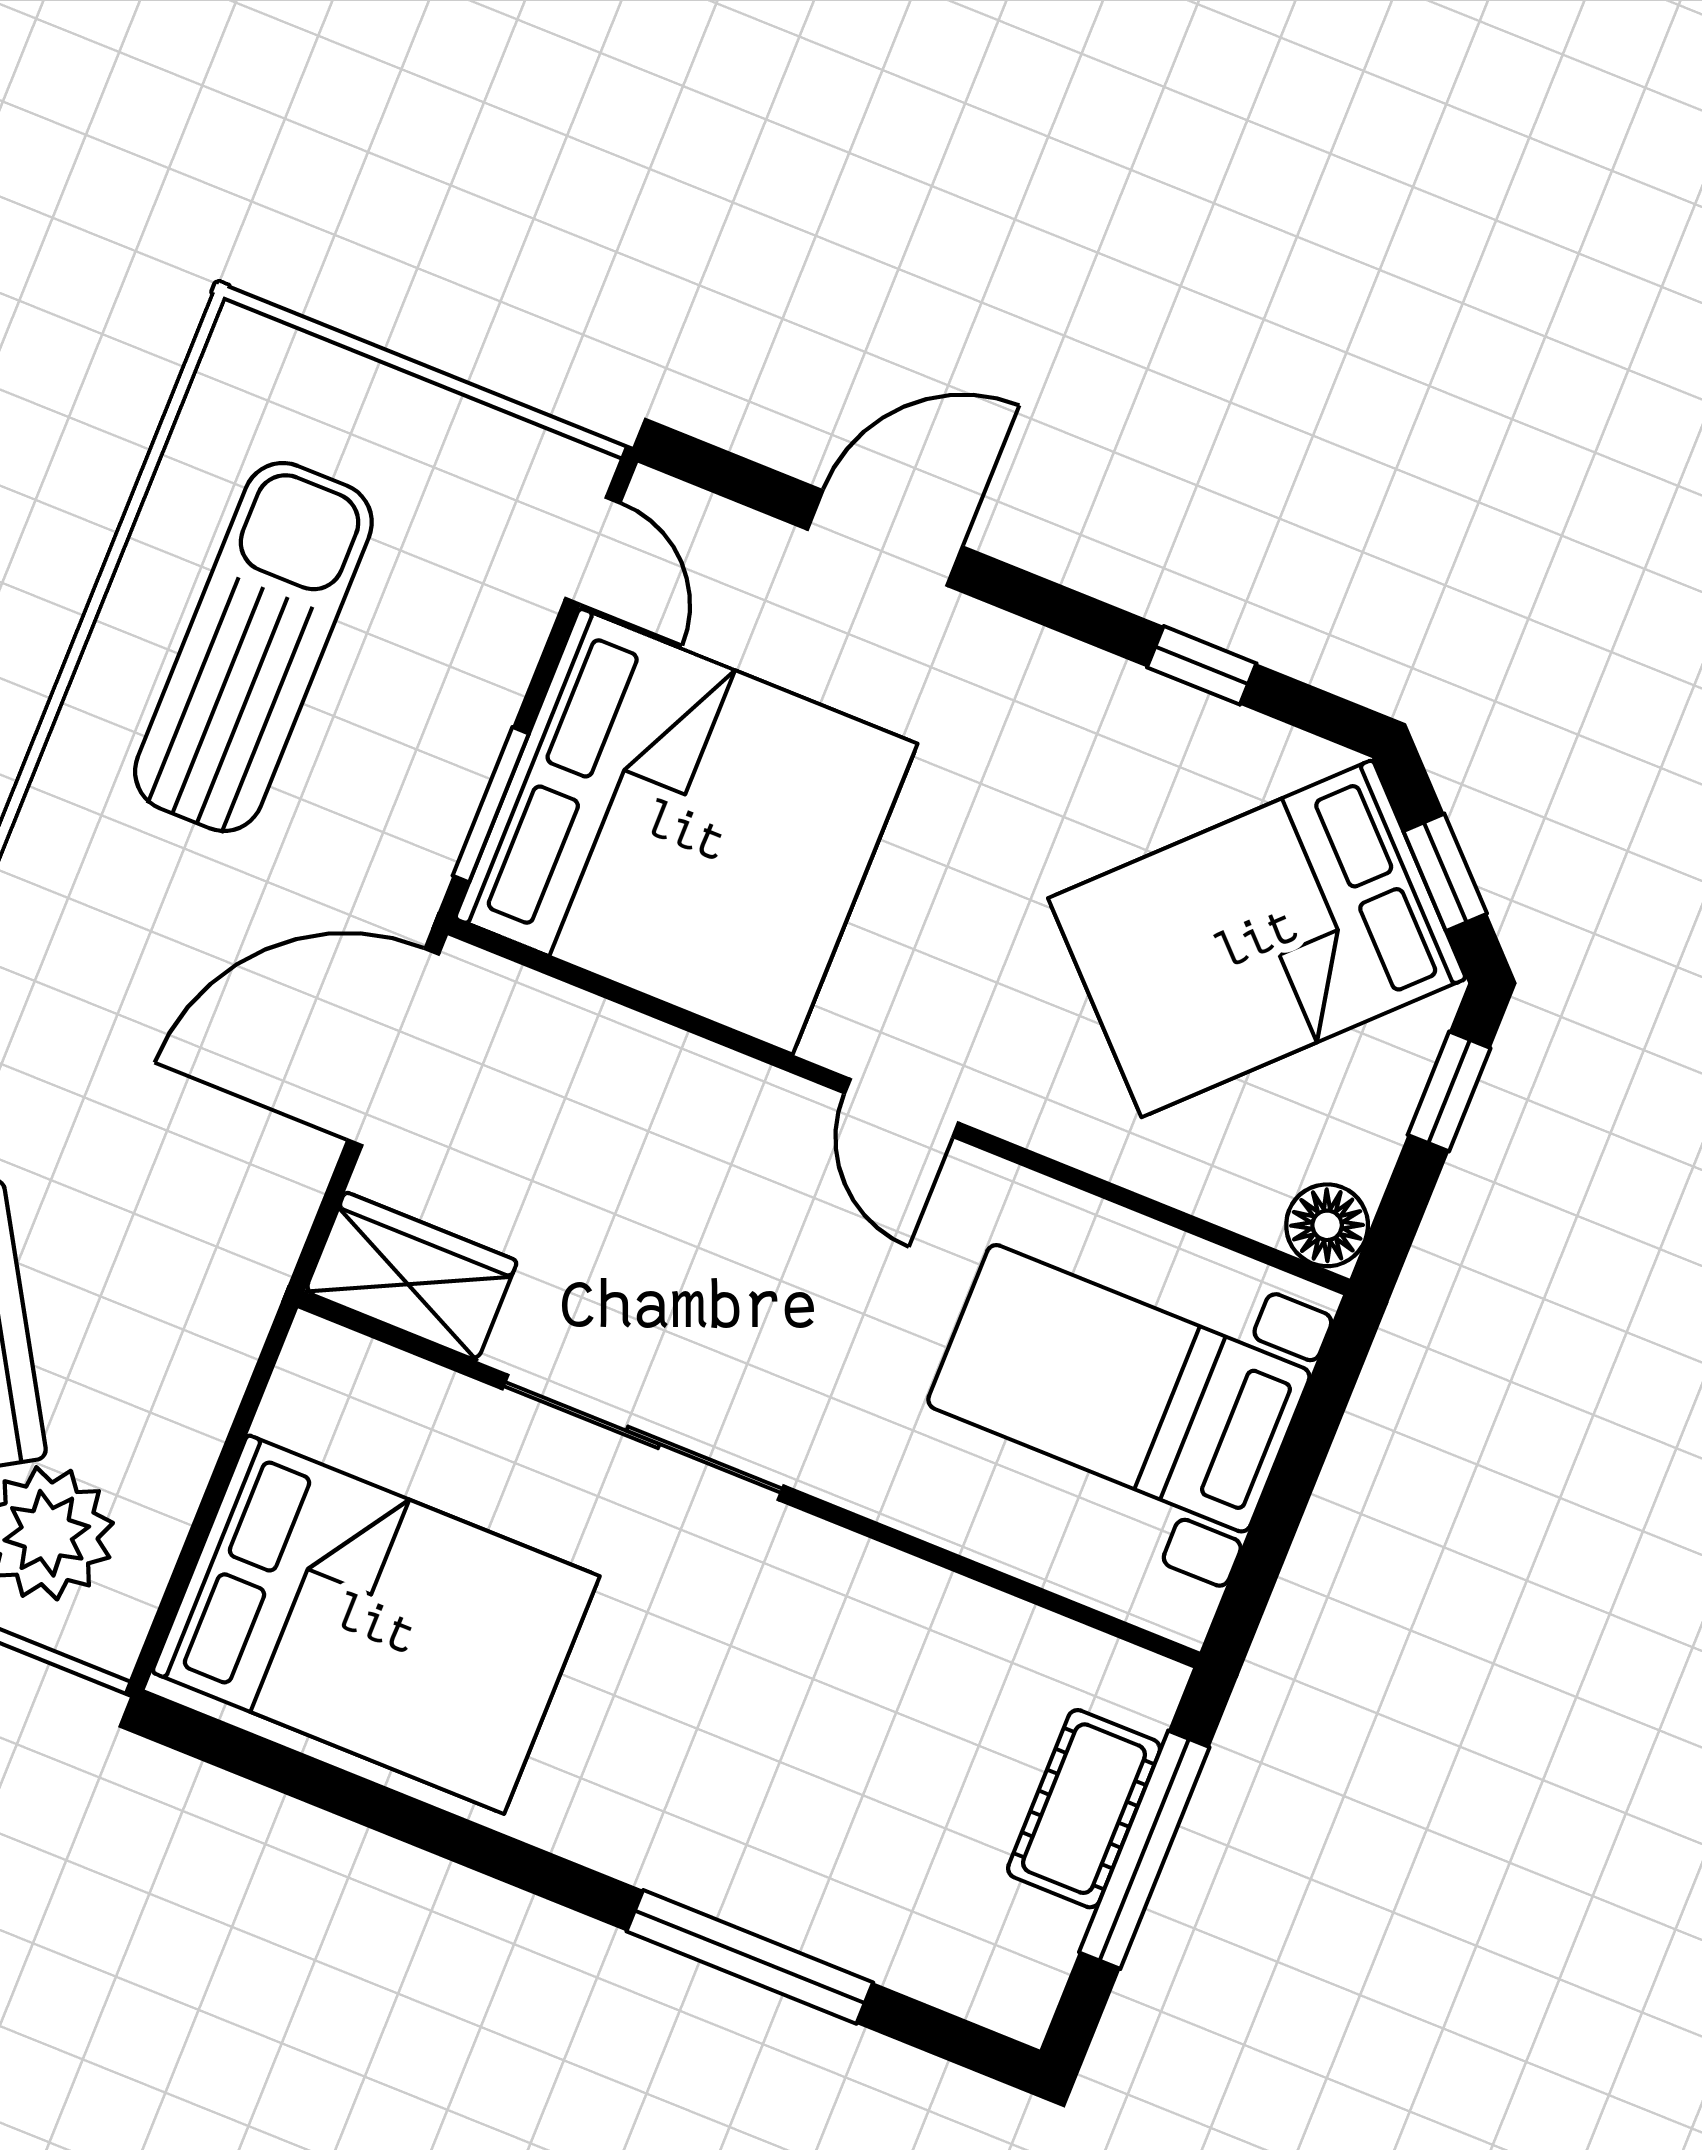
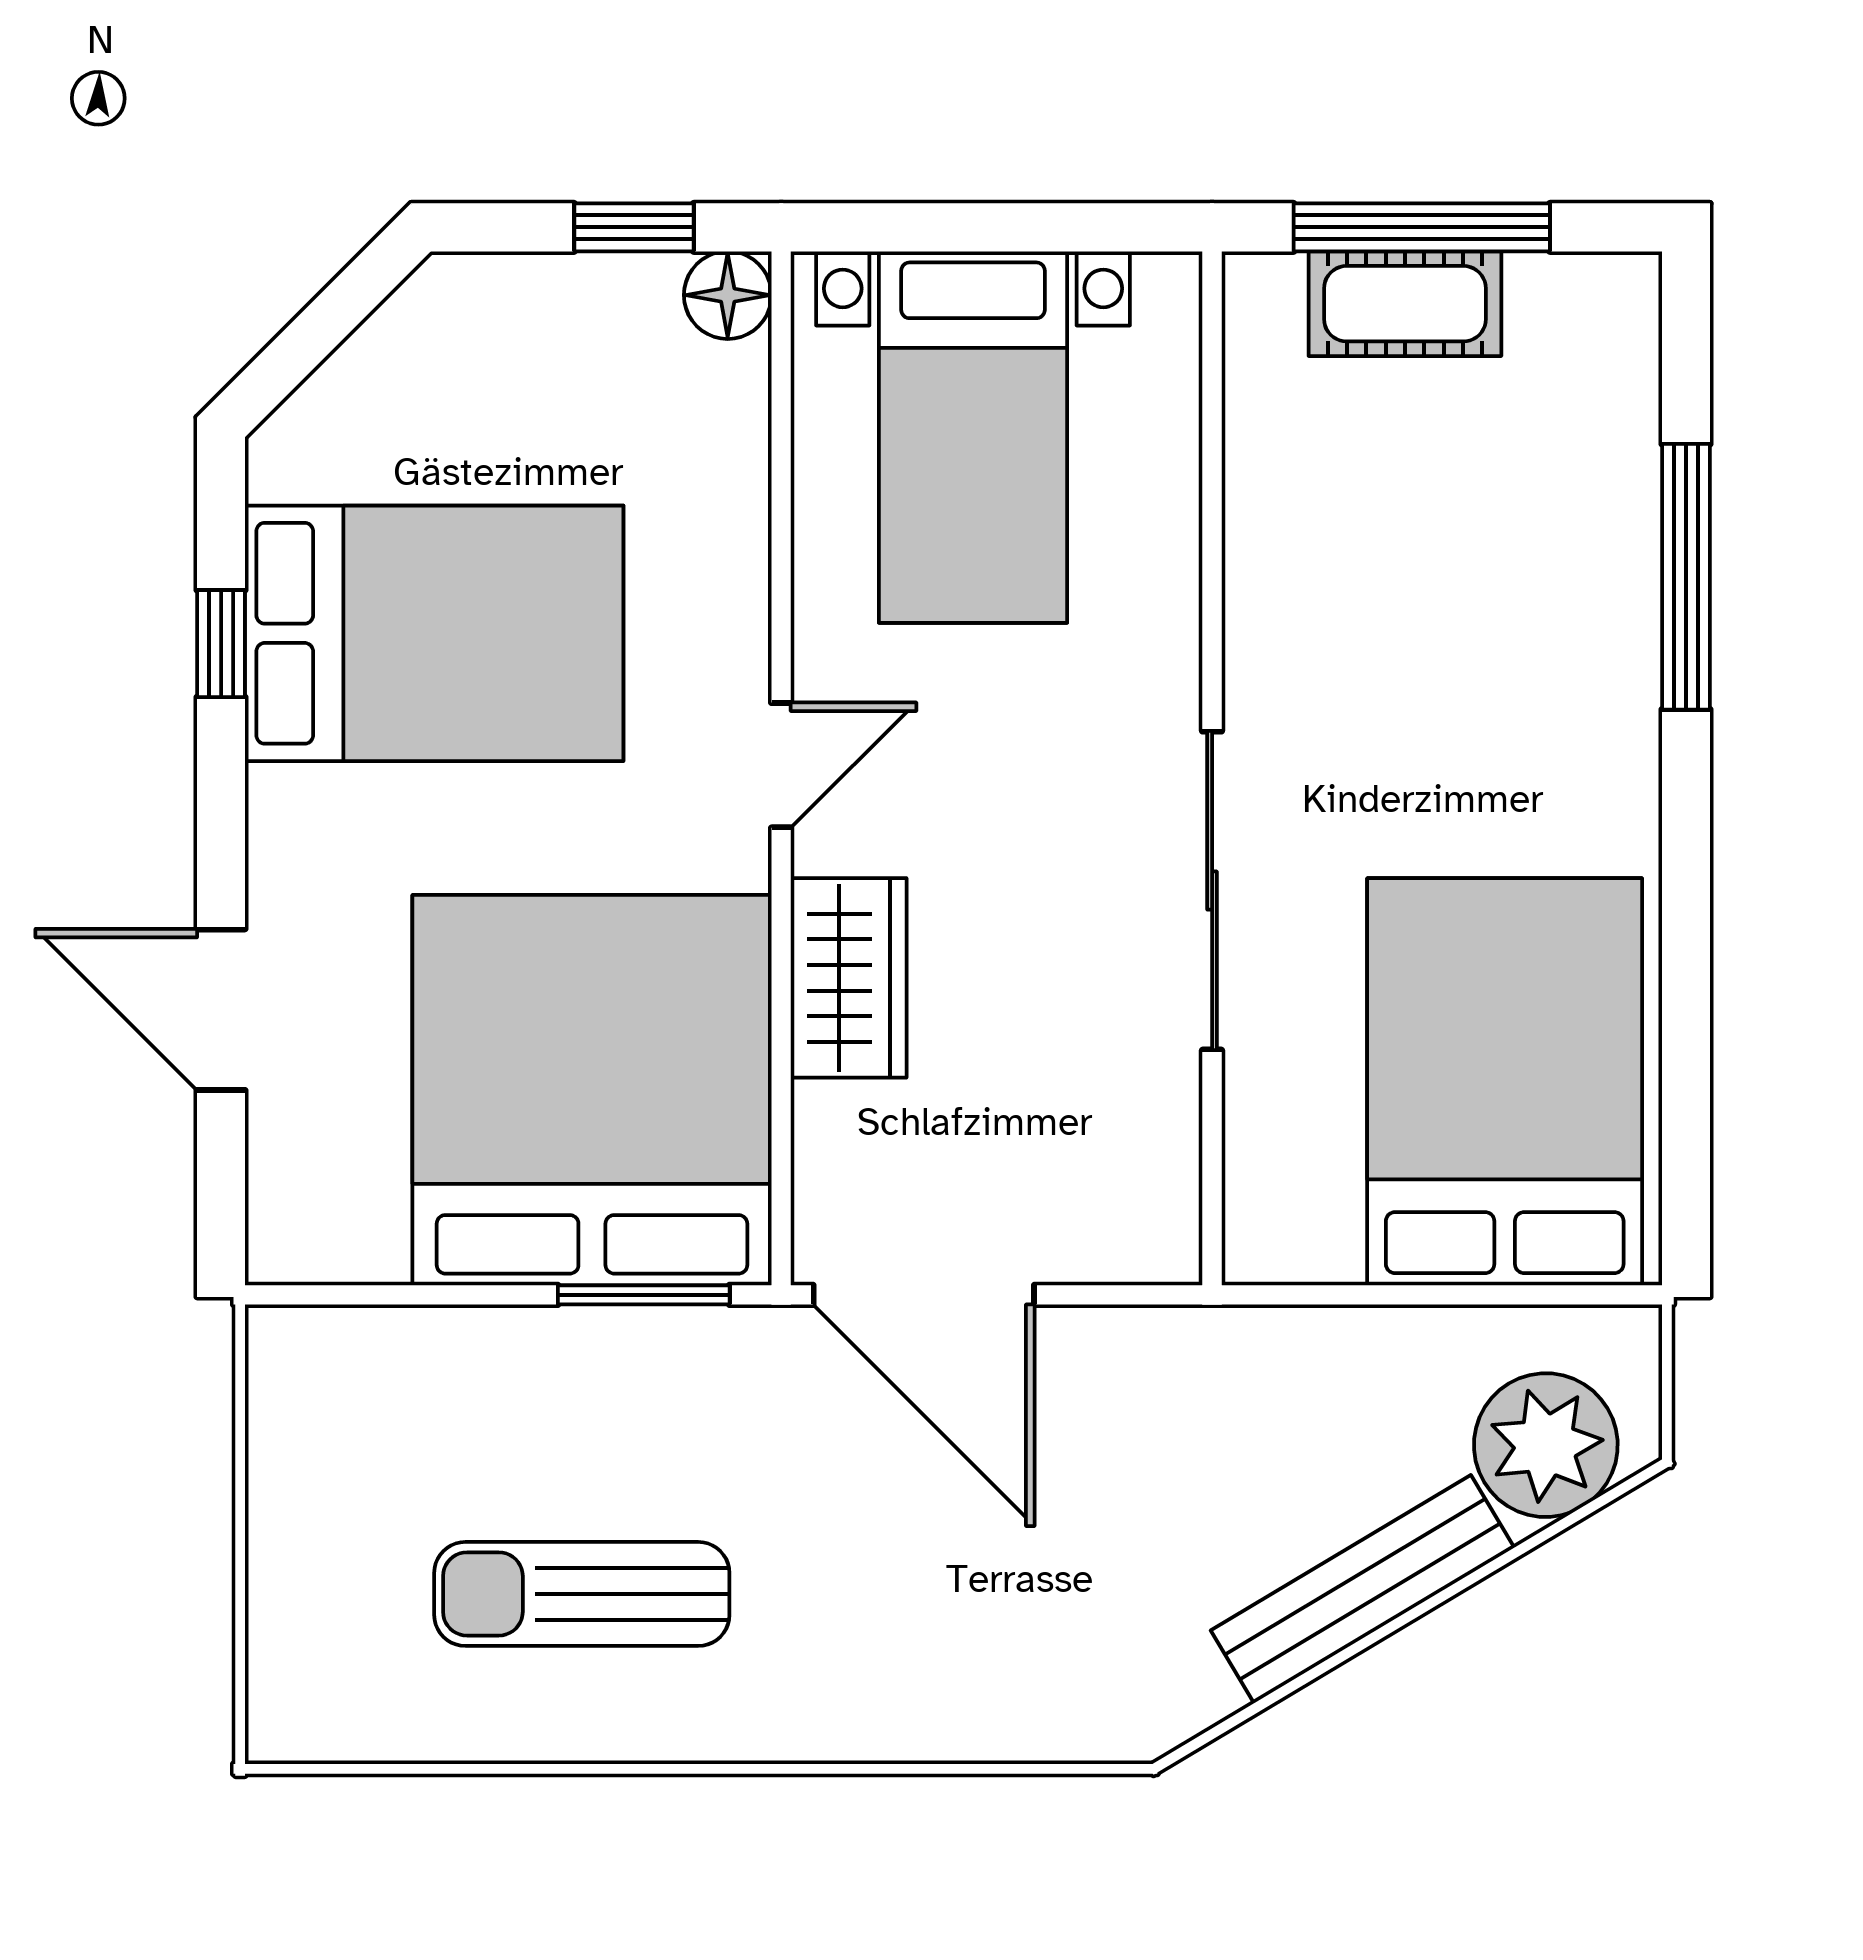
door: (593, 551) -> (350, 1295), removed
sun lounger: (253, 647) -> (582, 1594), width x0.73, depth x0.75
window: (1445, 872) -> (330, 319), removed
bed: (1257, 938) -> (434, 633), moved, turned -45
window: (1449, 1091) -> (634, 227), moved
wardrobe: (411, 1276) -> (849, 978), moved, turned 180

